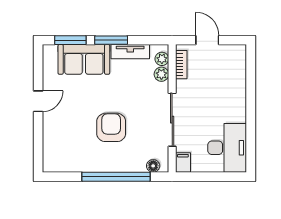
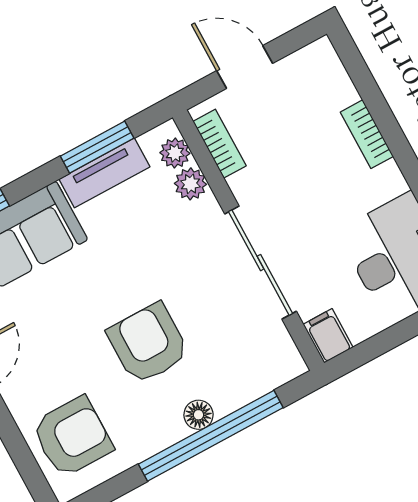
window: (111, 40) -> (97, 147), moved
bookcase: (241, 92) -> (367, 134), added
armchair: (62, 148) -> (72, 437), added
floor lamp: (153, 166) -> (198, 415), moved

